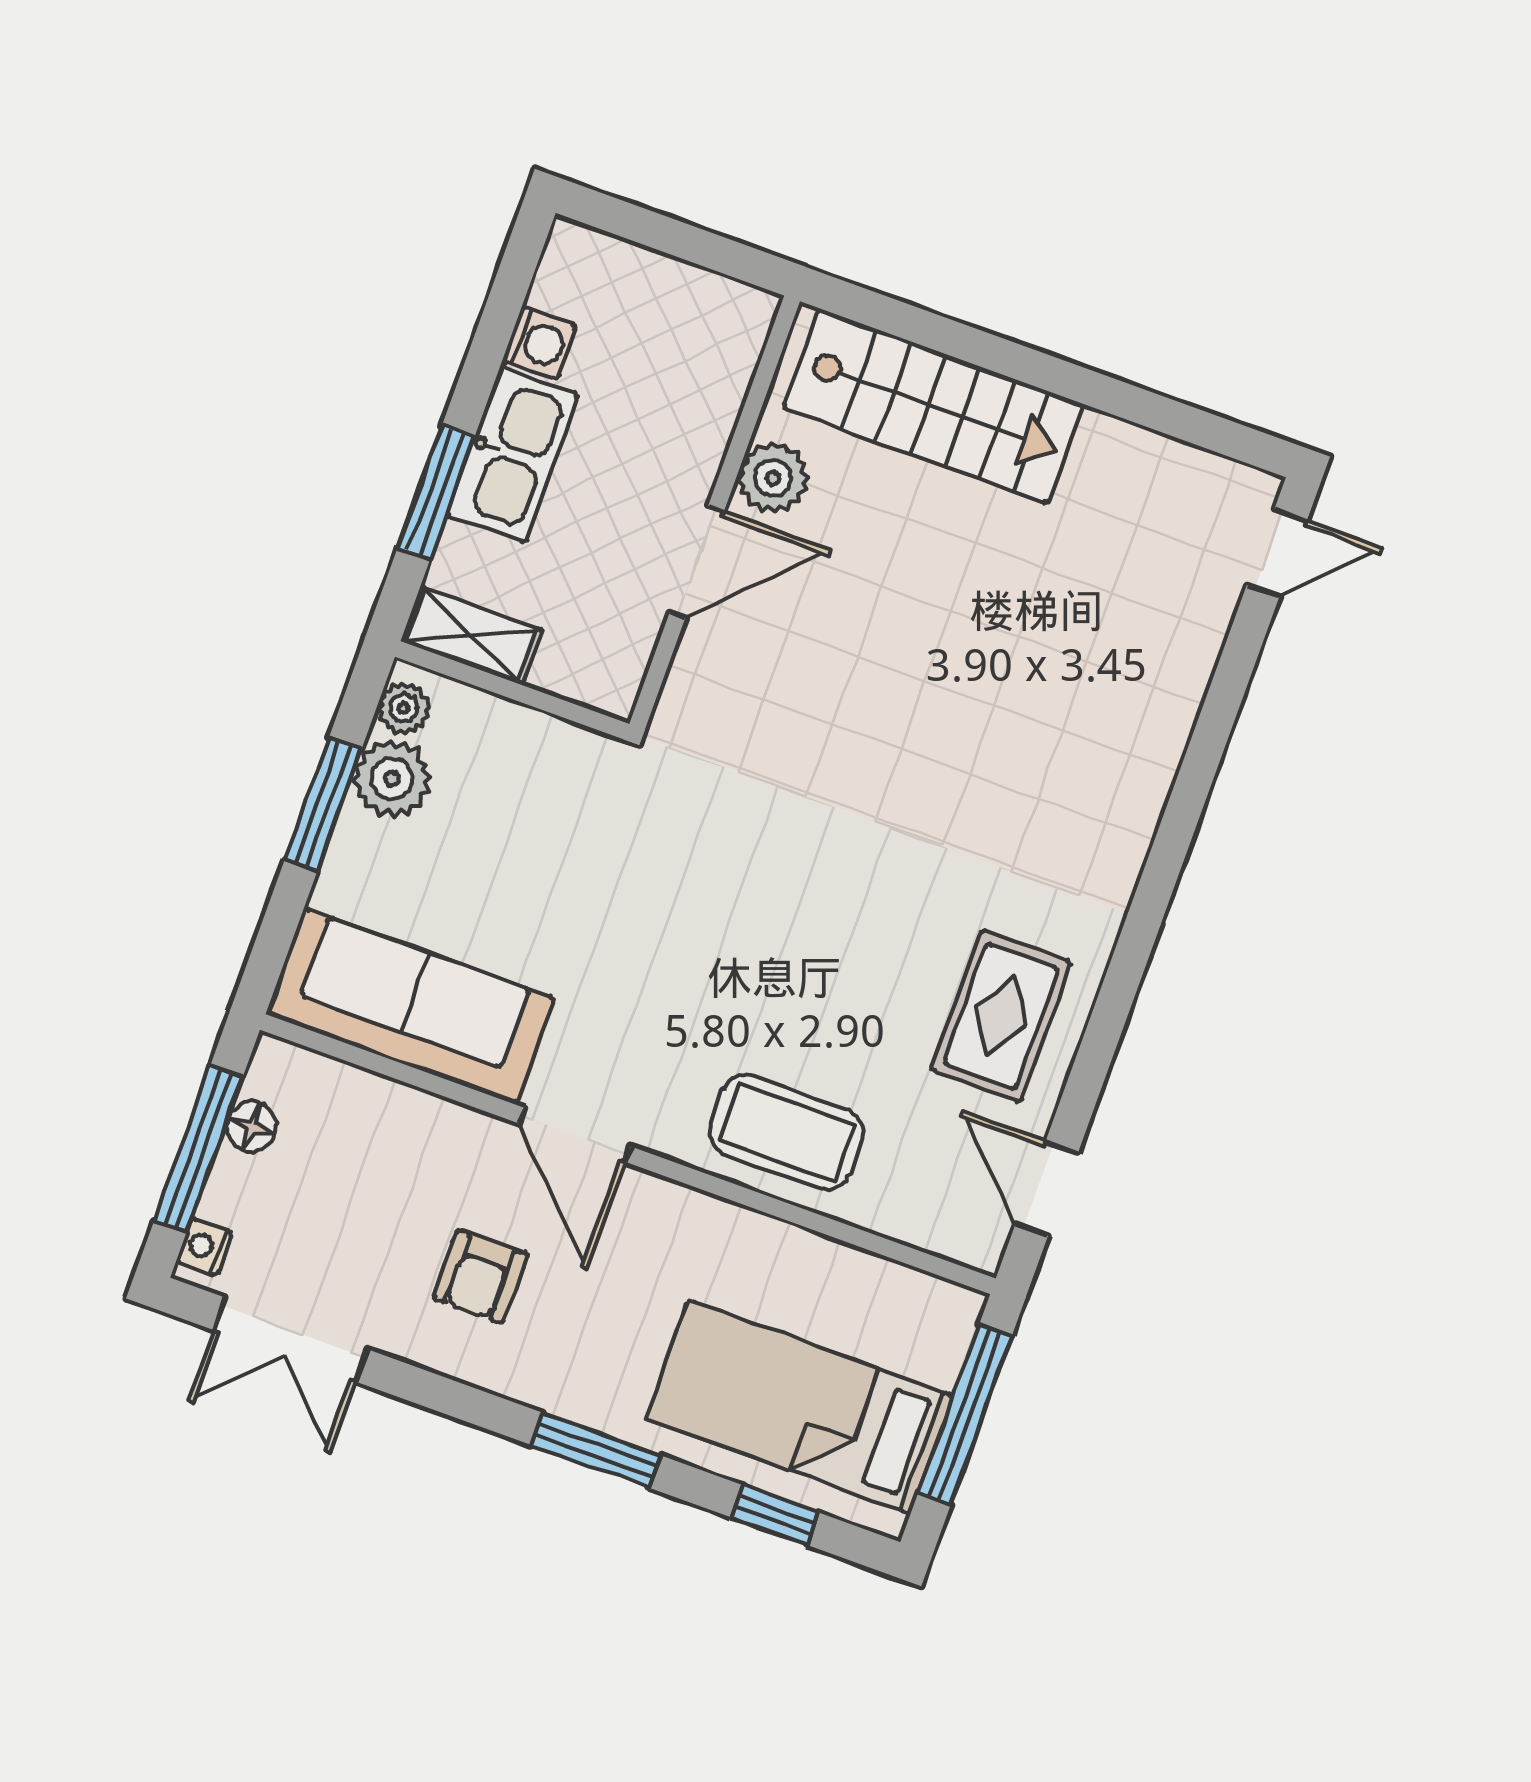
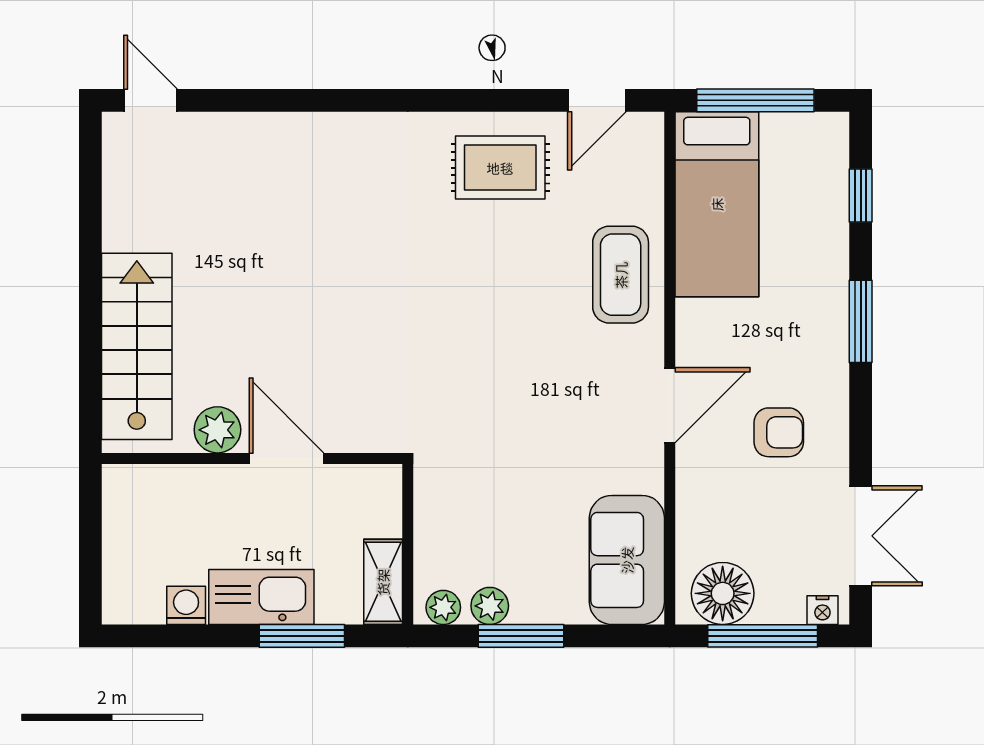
plant: (392, 779) -> (490, 606), width x0.73, depth x0.73
sofa: (410, 1006) -> (627, 560), width x0.73
floor lamp: (251, 1127) -> (723, 593), width x1.89, depth x1.89
bed: (800, 1407) -> (717, 204), moved

